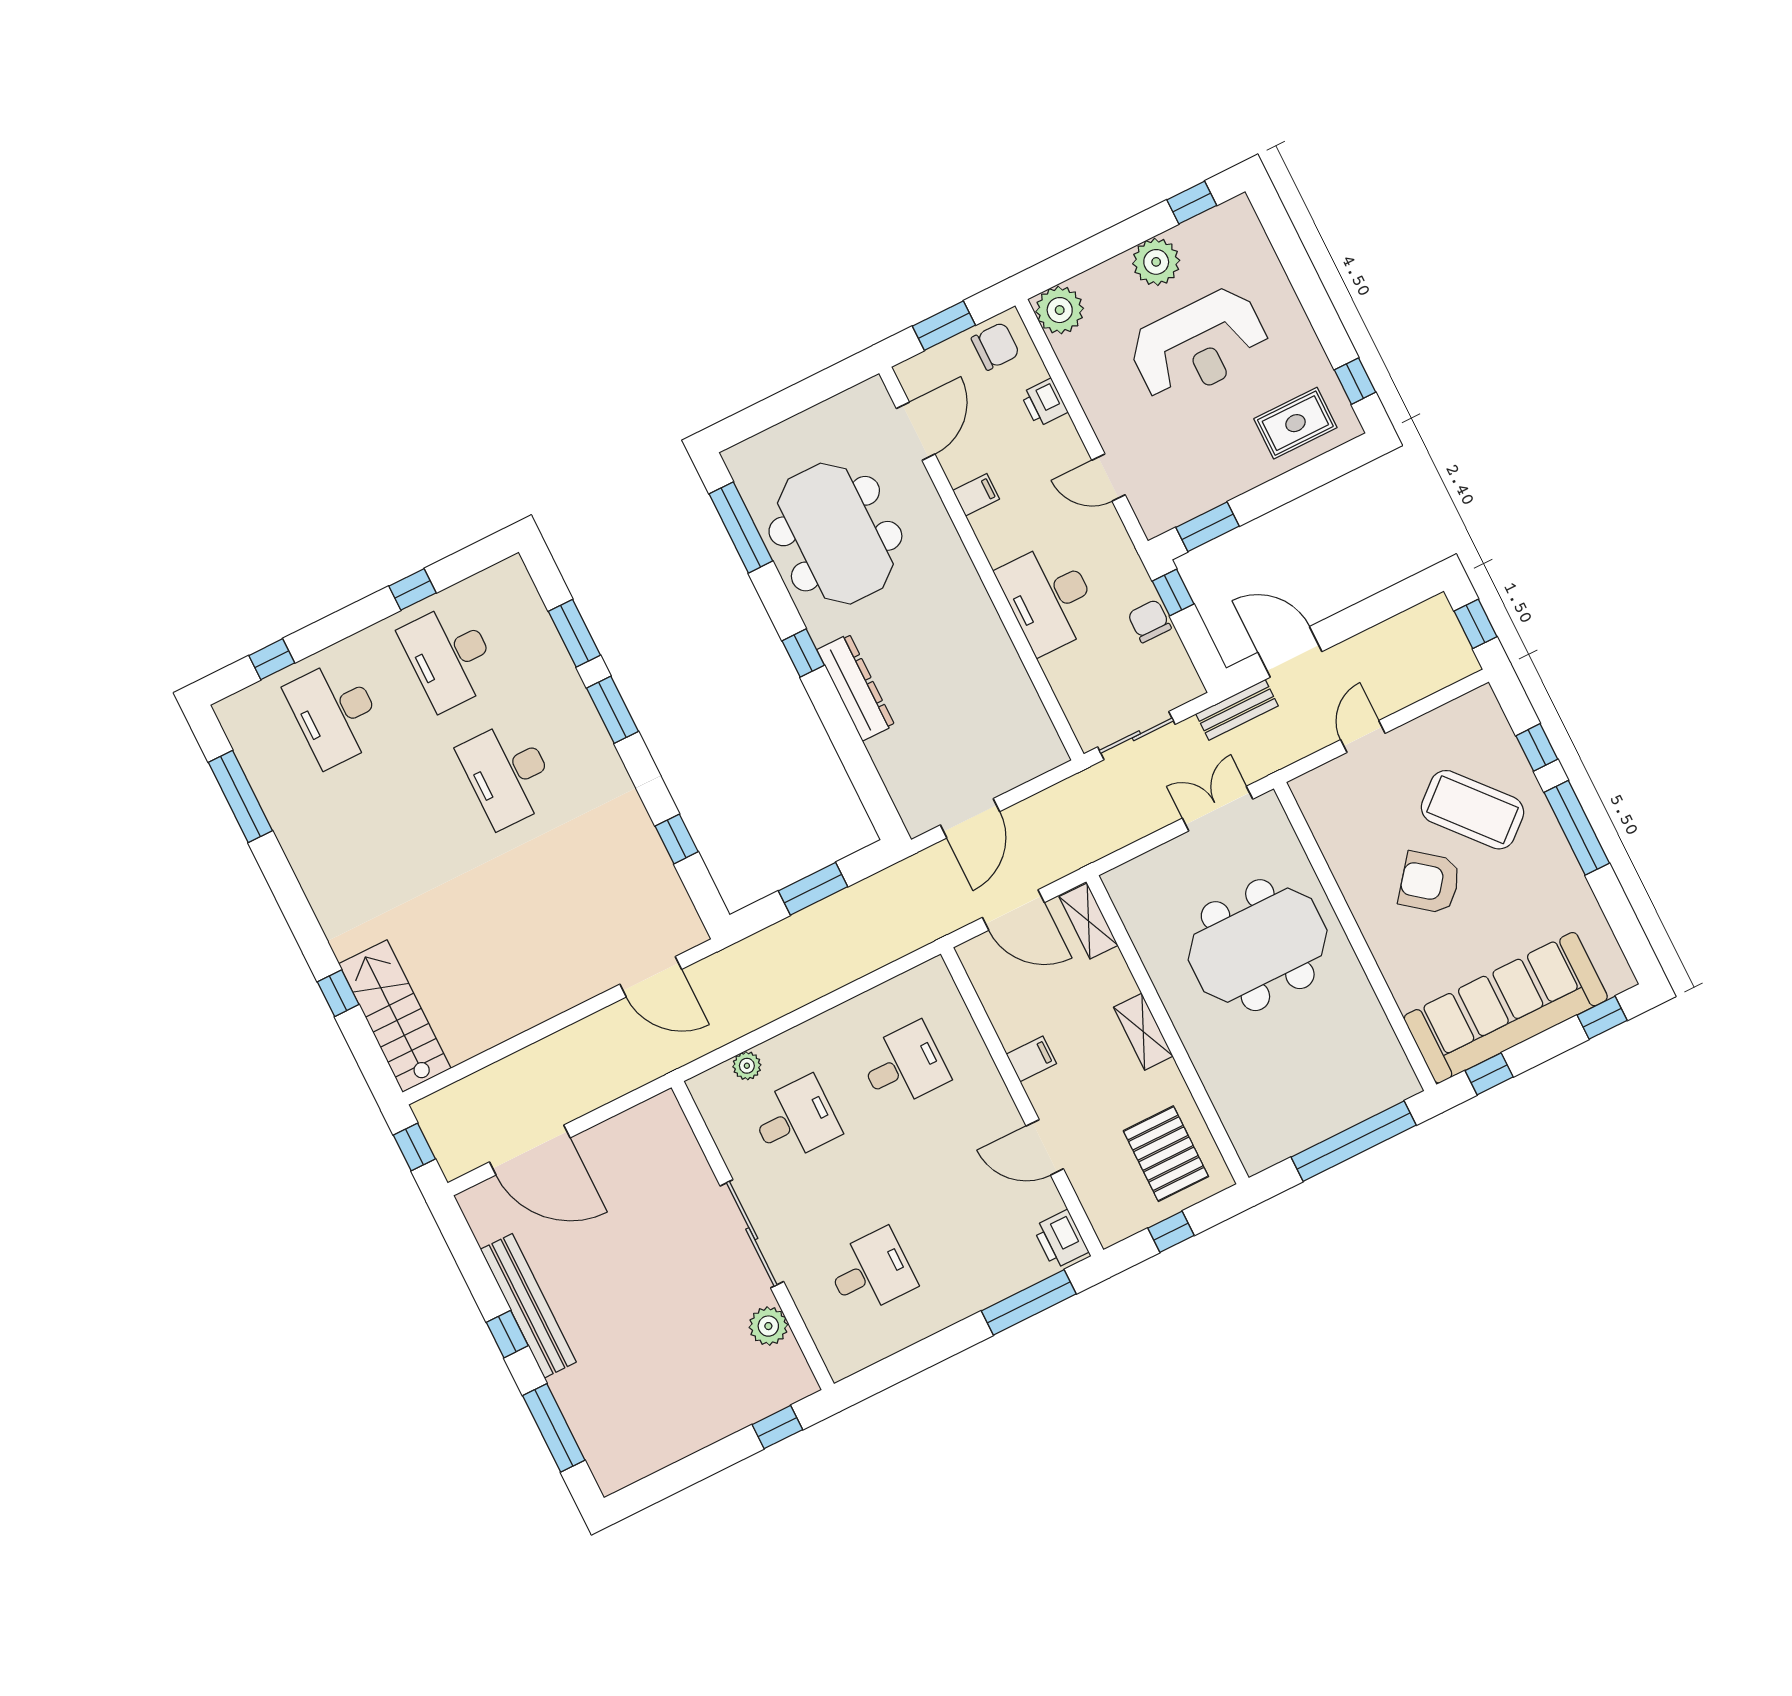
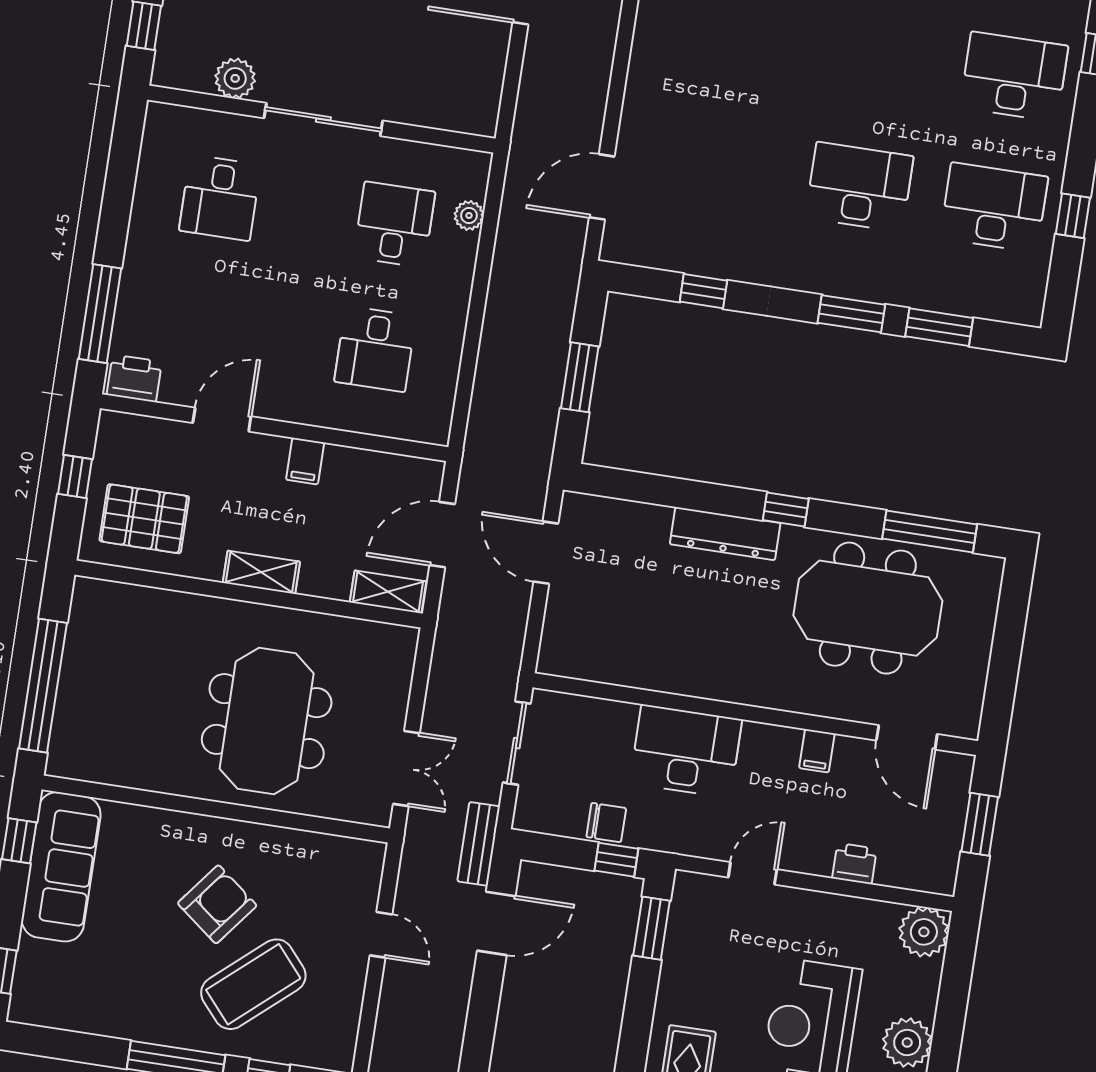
chair: (995, 346) -> (931, 856), removed
sofa: (1506, 1008) -> (61, 867), width x0.74, depth x0.79
desk: (795, 1120) -> (394, 224), turned 180

